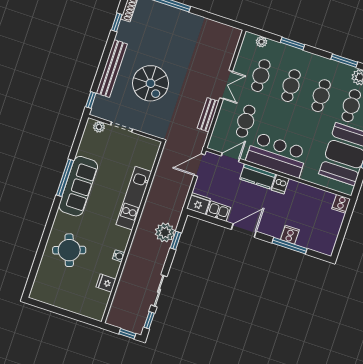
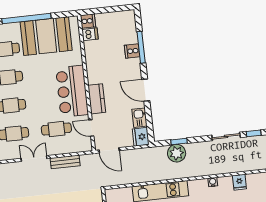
dishwasher: (280, 184) -> (90, 34), moved

